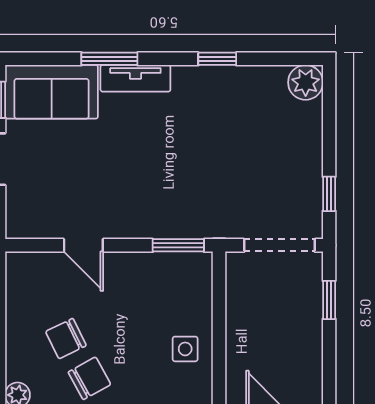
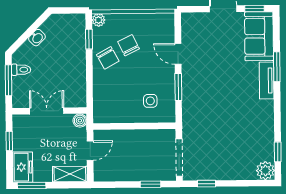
window: (217, 59) -> (278, 152), moved
door: (83, 245) -> (178, 54), hinge flipped
window: (178, 245) -> (178, 87), moved
side table: (185, 349) -> (150, 101), moved

